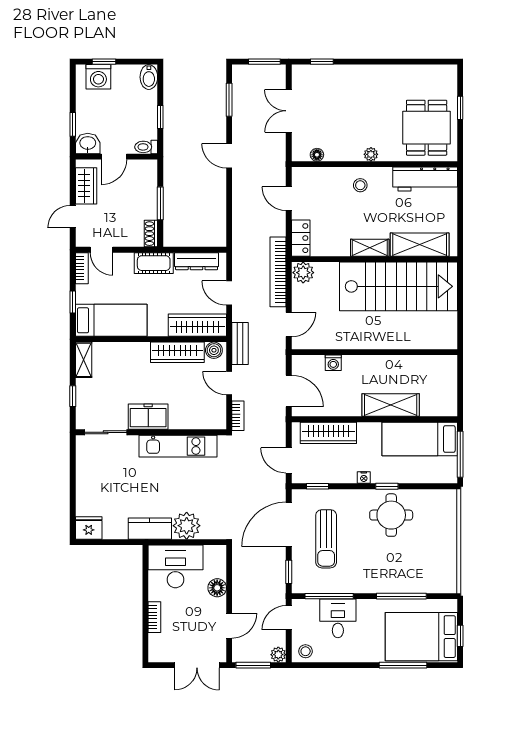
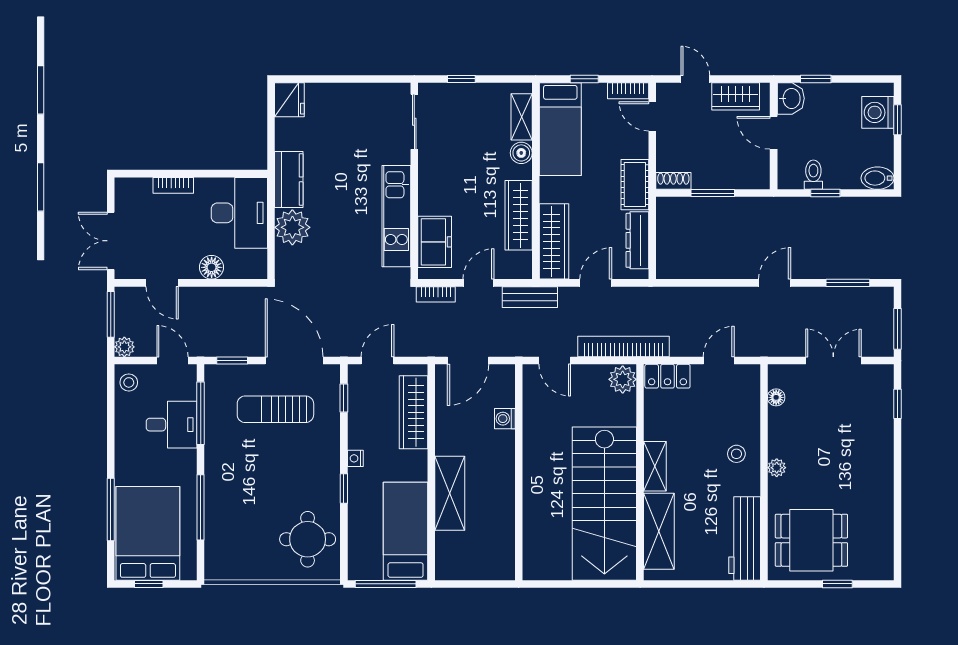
toilet: (146, 147) -> (813, 175), moved
door: (101, 250) -> (652, 116), hinge flipped
boiler: (214, 350) -> (521, 153), moved
shelving: (84, 360) -> (522, 117), moved, turned 90
freezer: (148, 417) -> (435, 242), moved
round table: (391, 515) -> (308, 539), moved

